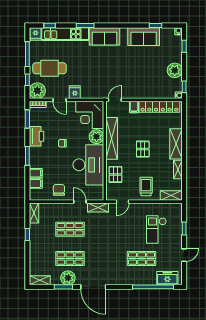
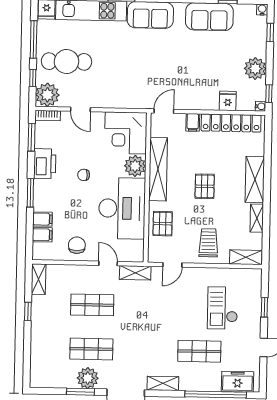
fridge: (75, 92) -> (228, 101), moved
shelving: (40, 280) -> (163, 383), moved

